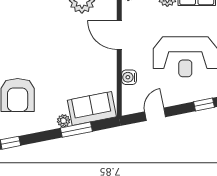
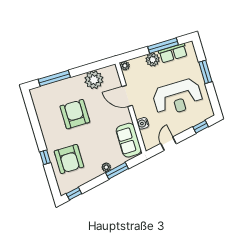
armchair: (43, 38) -> (75, 114), added
sofa: (92, 108) -> (129, 140), moved, turned -79

